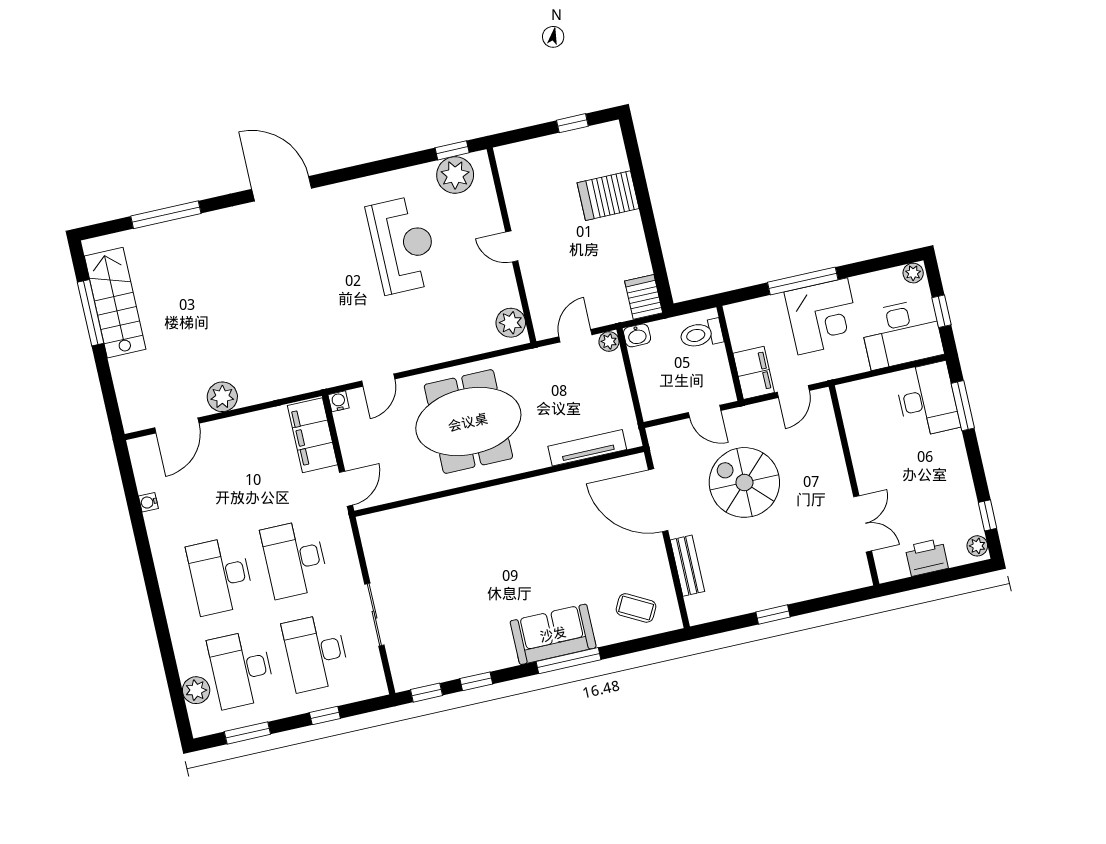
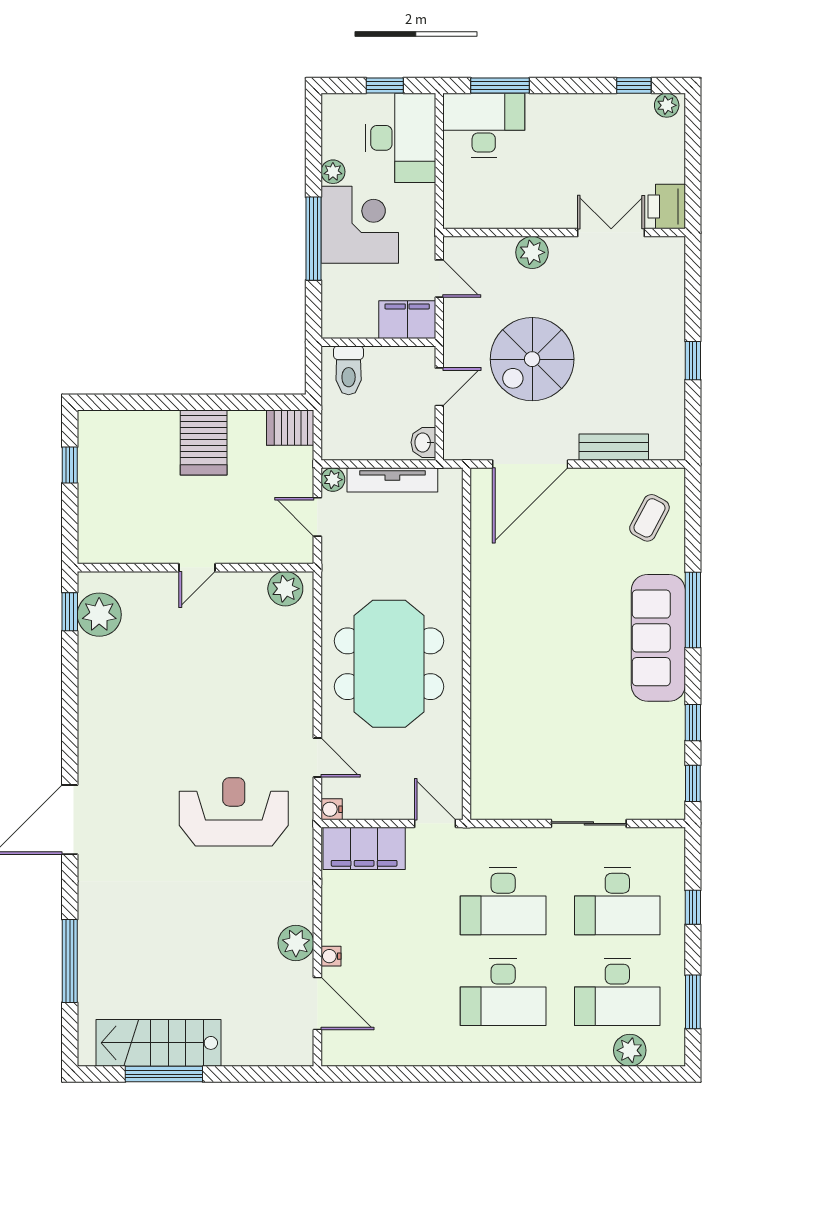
server rack: (608, 196) -> (204, 442), moved
reception desk: (403, 245) -> (234, 812), moved
plant: (913, 273) -> (333, 172), moved
washbasin: (637, 335) -> (423, 442), moved, turned 180
tv unit: (587, 448) -> (392, 480), moved, turned -90
plant: (832, 463) -> (532, 252), added
water cooler: (148, 502) -> (331, 956), moved, turned 90
printer: (927, 557) -> (667, 206), moved
sofa: (553, 634) -> (658, 638), width x1.36

